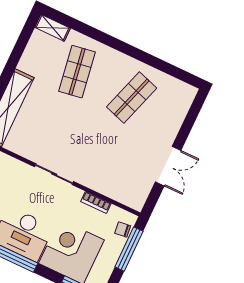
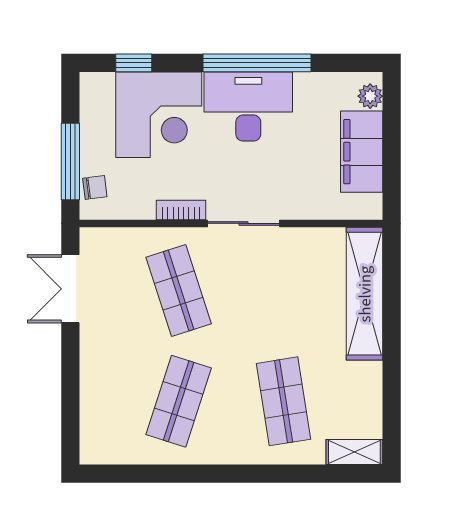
shop shelf: (104, 155) -> (179, 291), added
double door: (168, 166) -> (70, 289), moved
bookcase: (96, 202) -> (181, 210), moved

